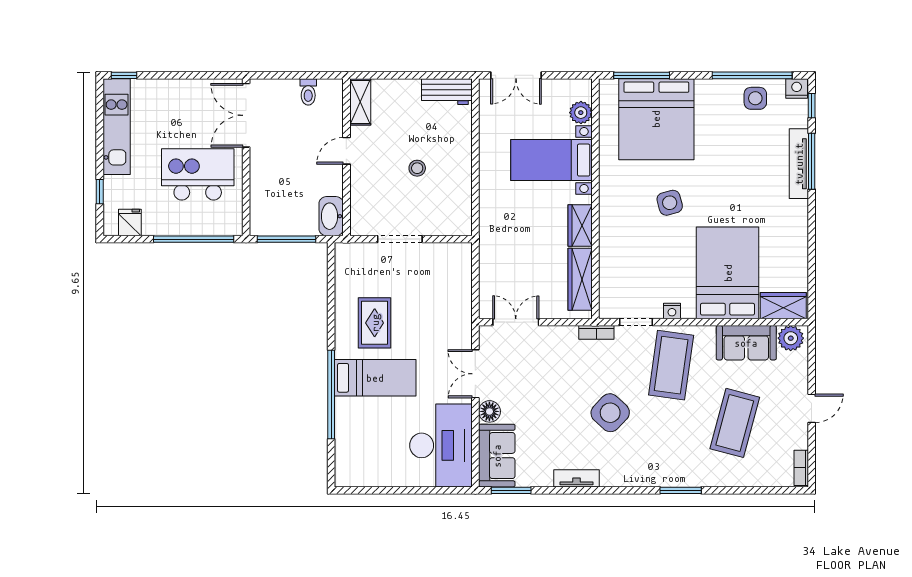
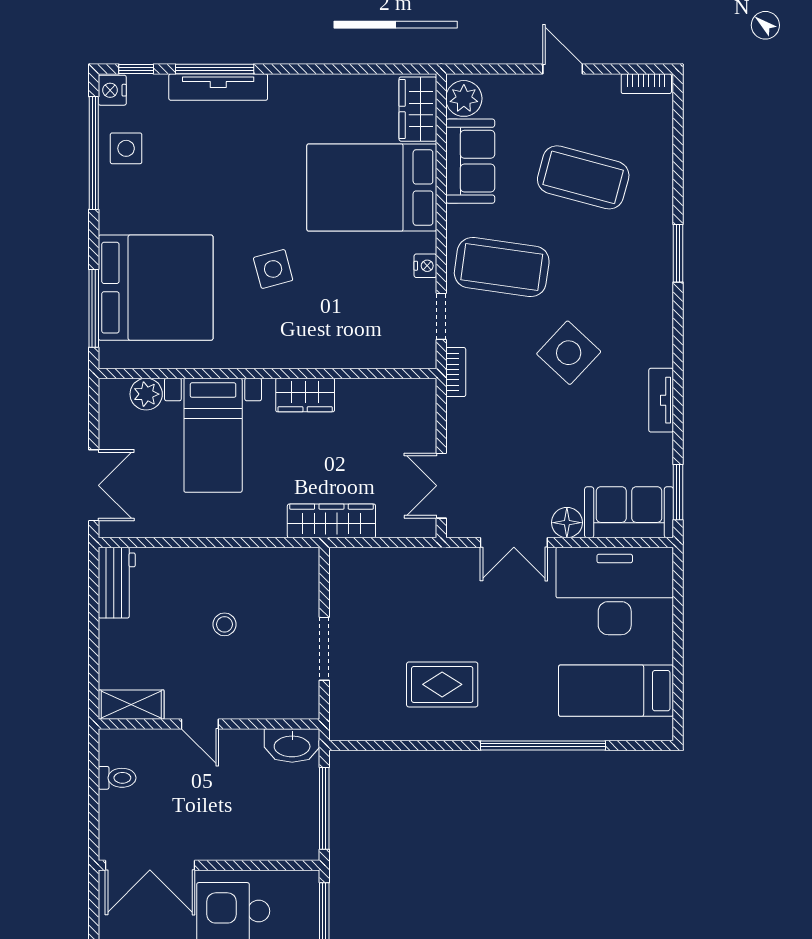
wardrobe: (580, 279) -> (331, 521), moved, turned 180
bed: (375, 378) -> (616, 691), moved, turned -90

